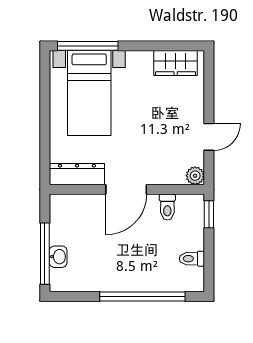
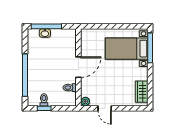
dresser: (77, 174) -> (86, 42), removed
door: (126, 189) -> (78, 67), swing flipped
window: (209, 214) -> (44, 108), moved

